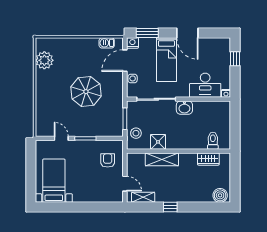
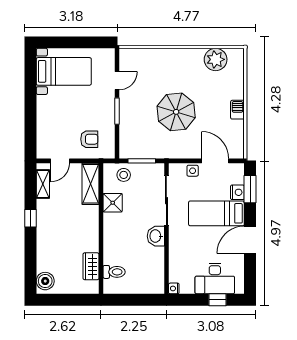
barbecue: (107, 43) -> (237, 110), moved
nightstand: (132, 43) -> (237, 192), moved
desk: (205, 85) -> (215, 279), moved, turned -90
shelving: (162, 159) -> (91, 184), moved

